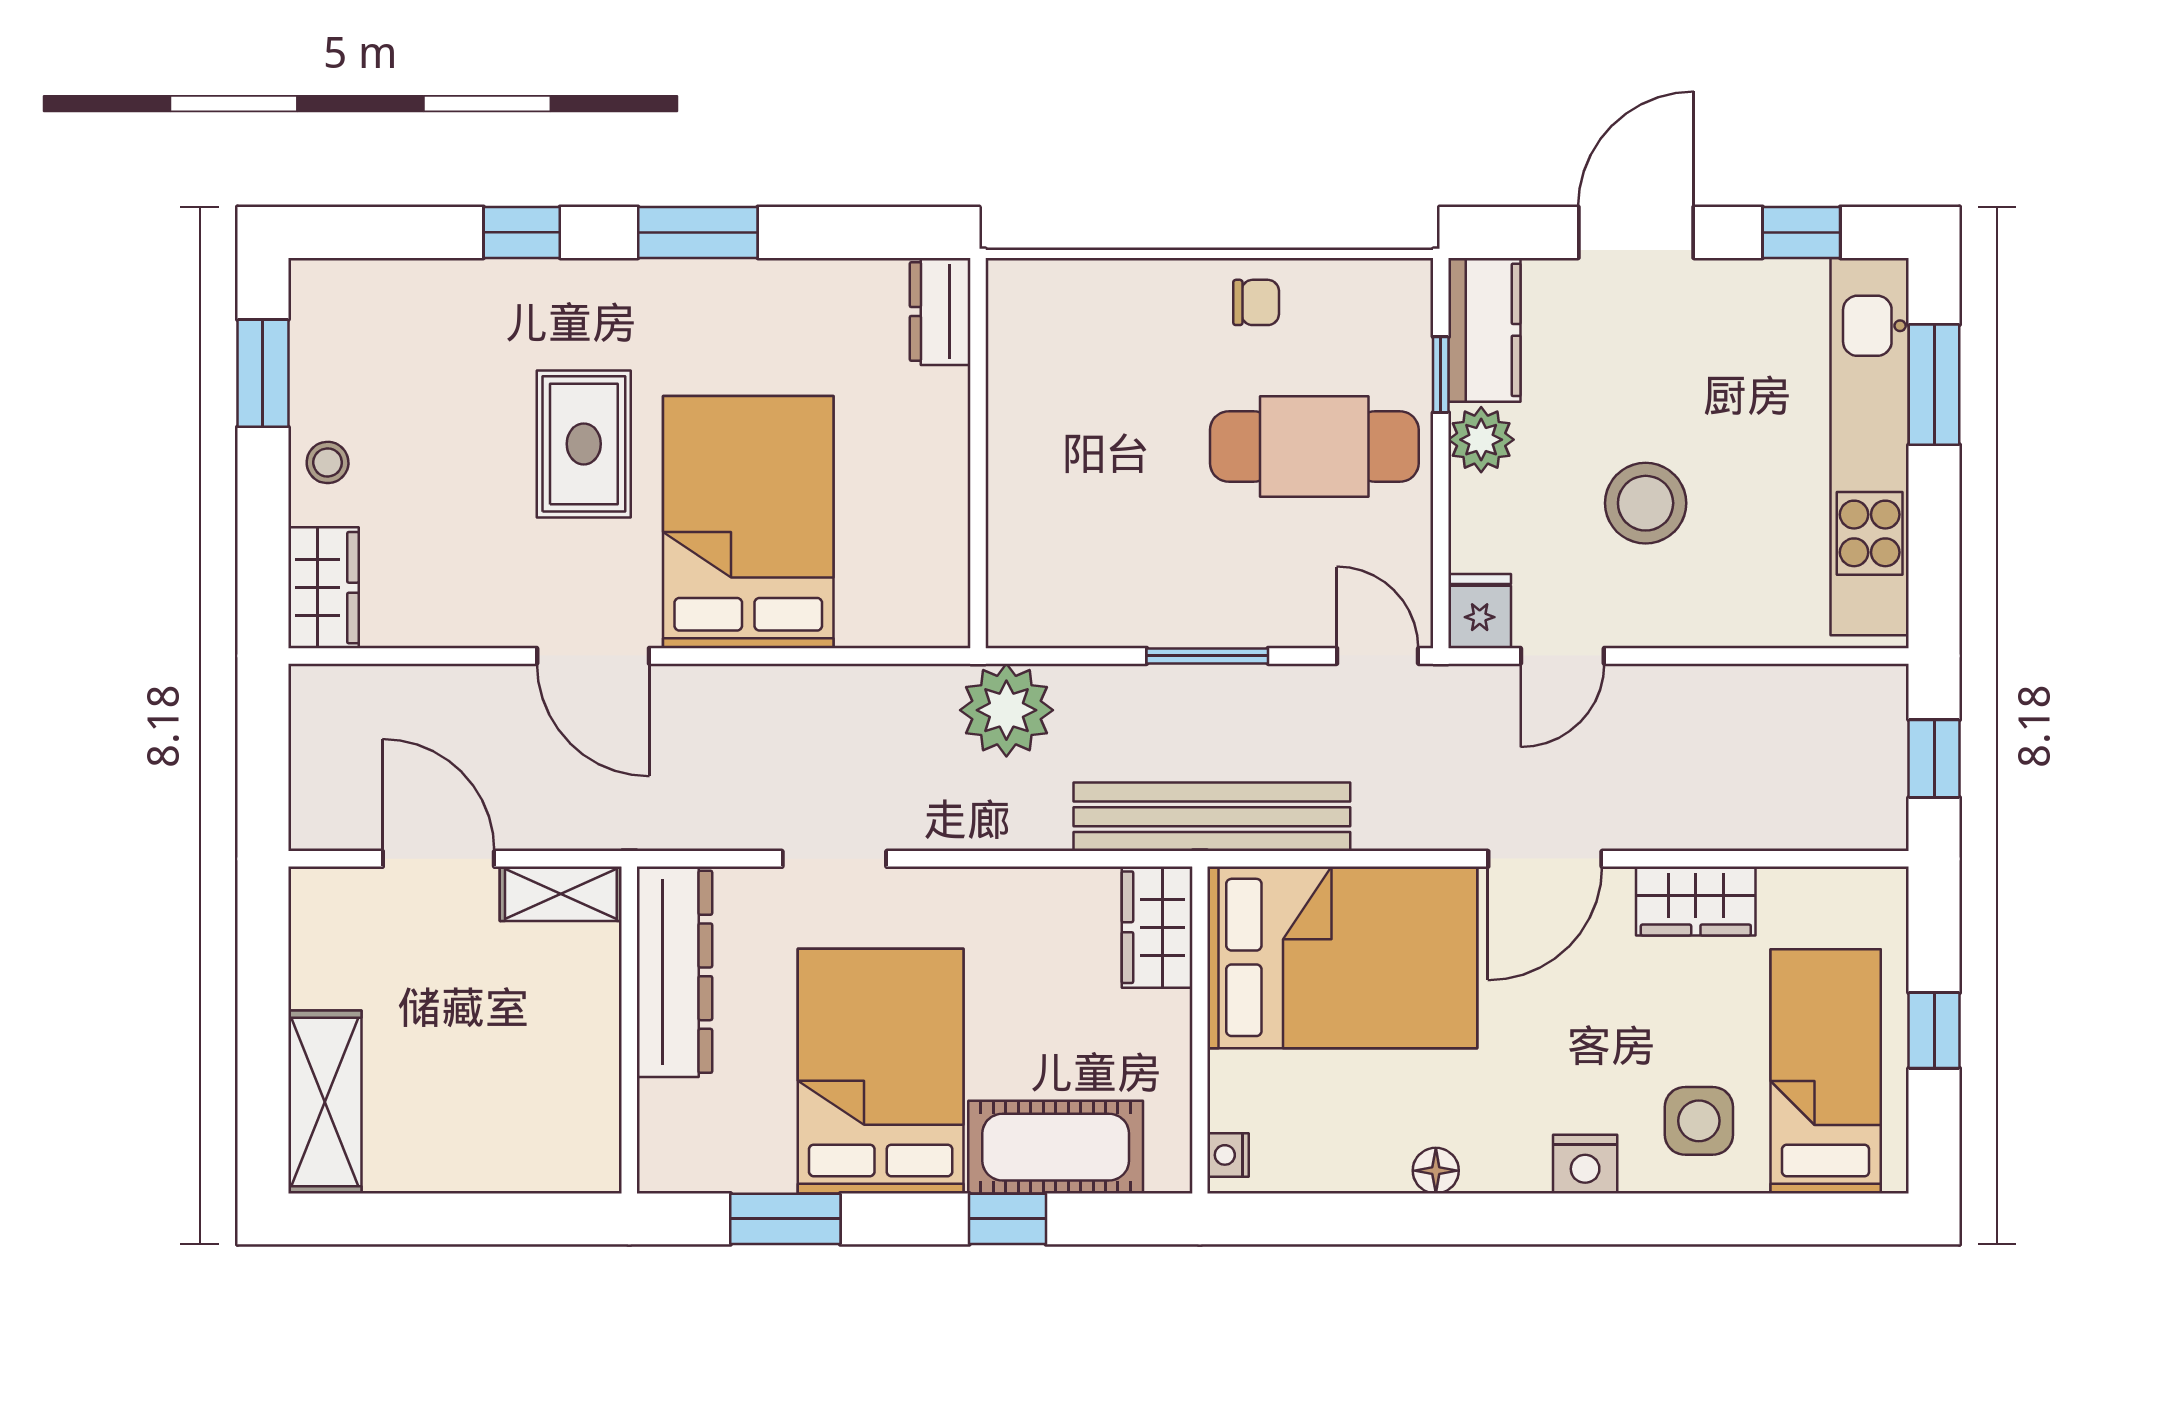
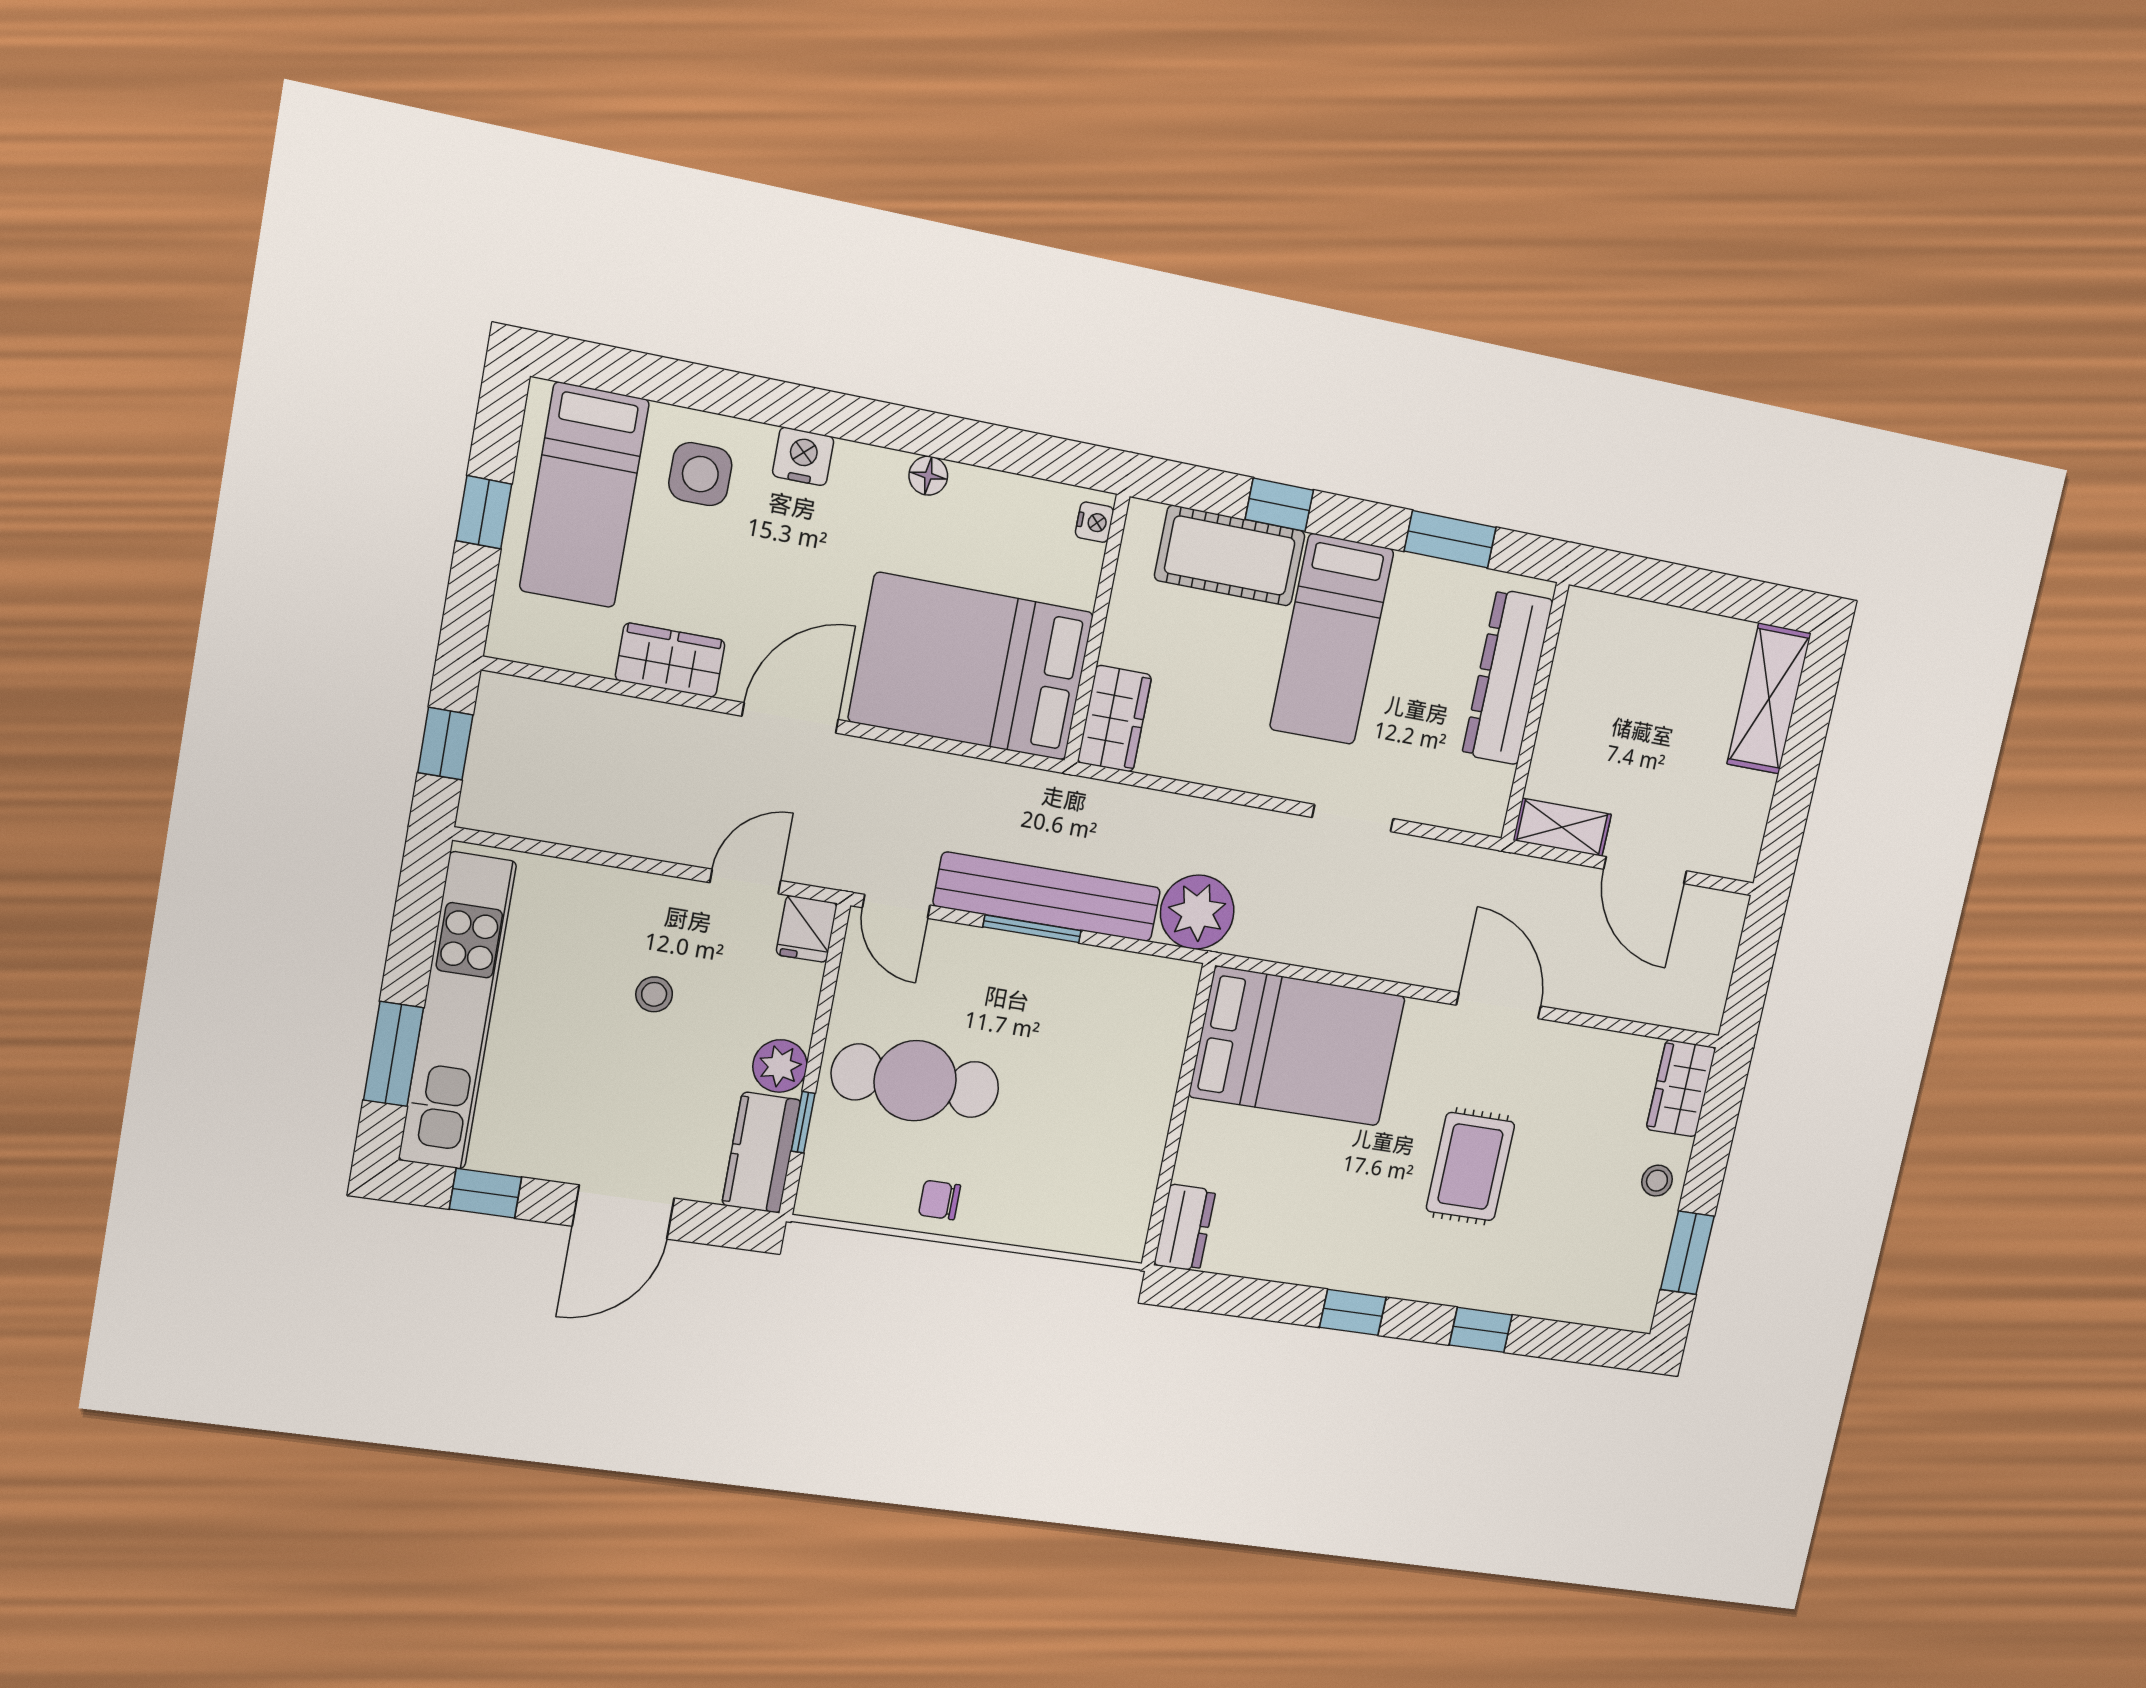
window: (698, 232) -> (1353, 1312), width x0.67
stool: (1646, 503) -> (654, 994), width x0.53, depth x0.53
bed: (748, 522) -> (1297, 1046), moved, turned -90
bench: (1212, 817) -> (1047, 897), moved
dresser: (675, 972) -> (1508, 677), moved
bed: (881, 1071) -> (1332, 639), width x0.67

